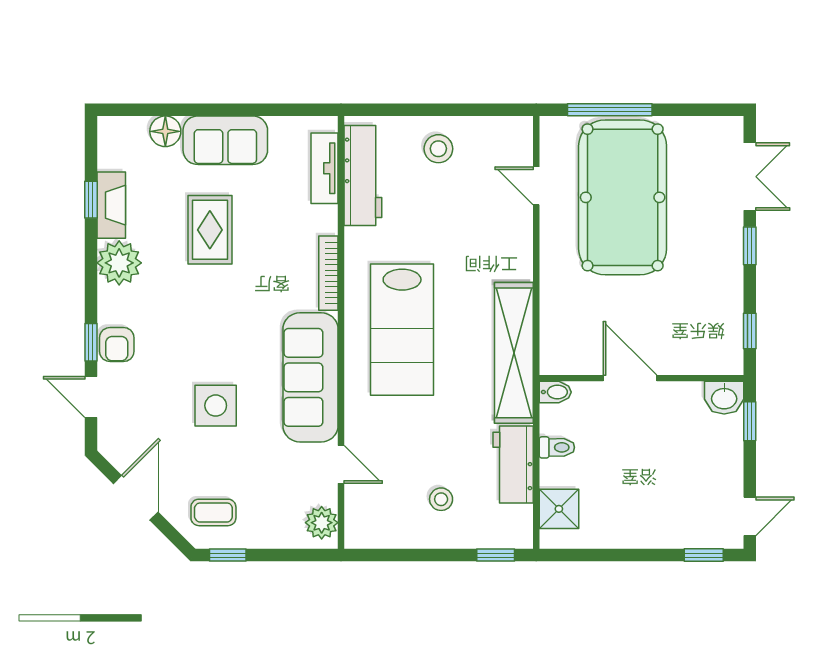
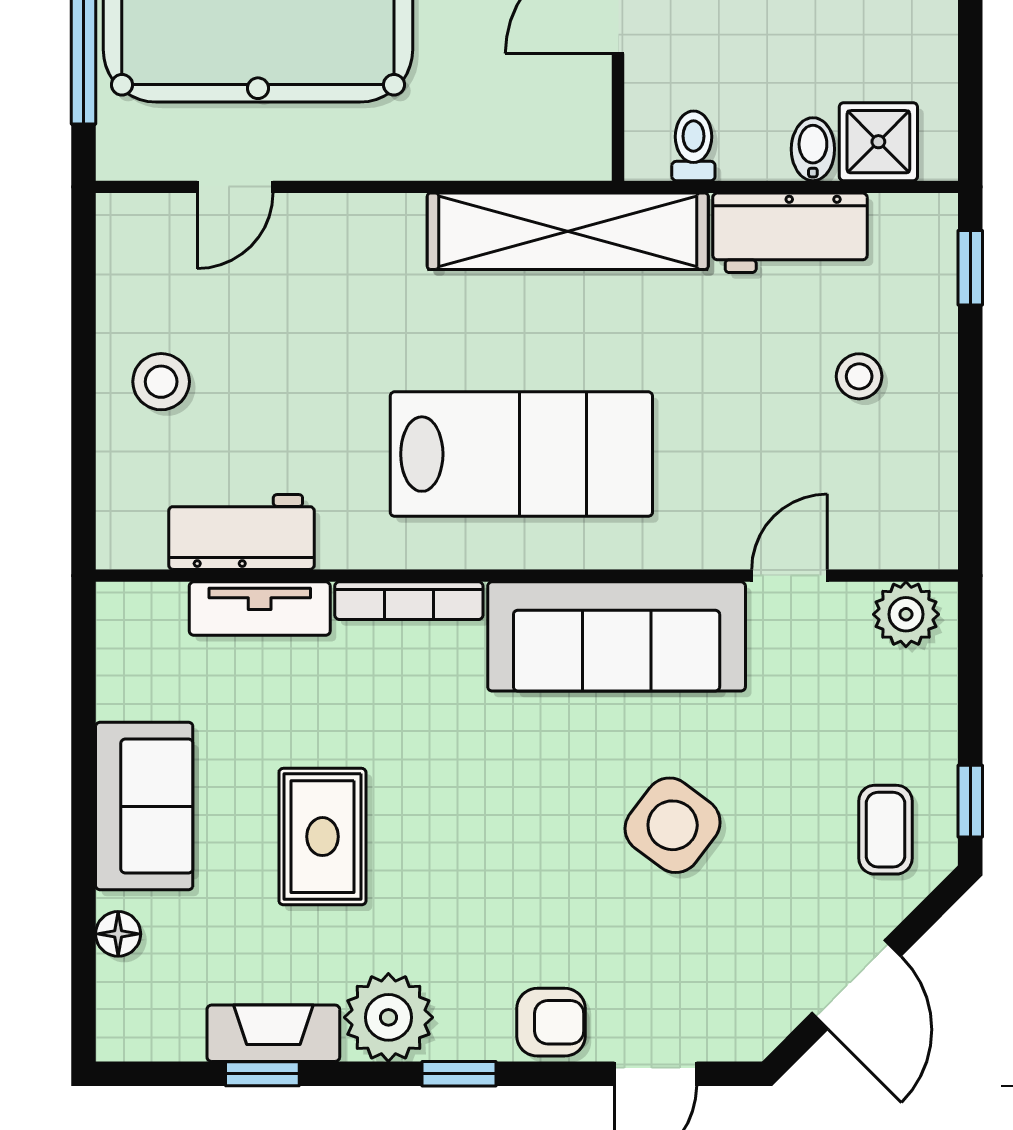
floor lamp: (165, 131) -> (118, 934), width x0.73, depth x0.73
tv unit: (324, 168) -> (260, 609), moved
workbench: (363, 175) -> (241, 532), width x0.73
rug: (210, 230) -> (322, 837), turned 90
window: (91, 342) -> (459, 1074), moved
bidet: (555, 392) -> (813, 149), moved
side table: (216, 406) -> (673, 825), turned 37
toilet: (557, 447) -> (693, 146), moved
door: (136, 498) -> (856, 984), swing flipped

